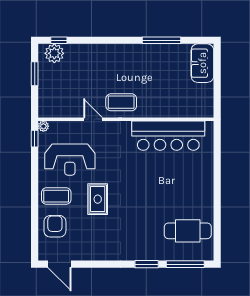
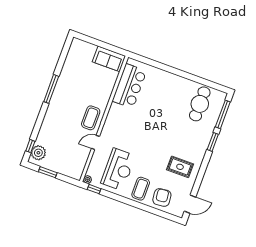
window: (162, 40) -> (51, 89), moved
sofa: (202, 63) -> (109, 59), moved
bar counter: (168, 136) -> (129, 86), width x0.73
rug: (98, 199) -> (180, 167), moved
armchair: (55, 226) -> (162, 197), turned 84

